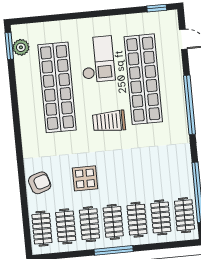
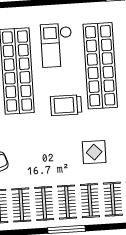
checkout: (97, 59) -> (57, 45), turned 180
display table: (85, 178) -> (94, 152), moved

